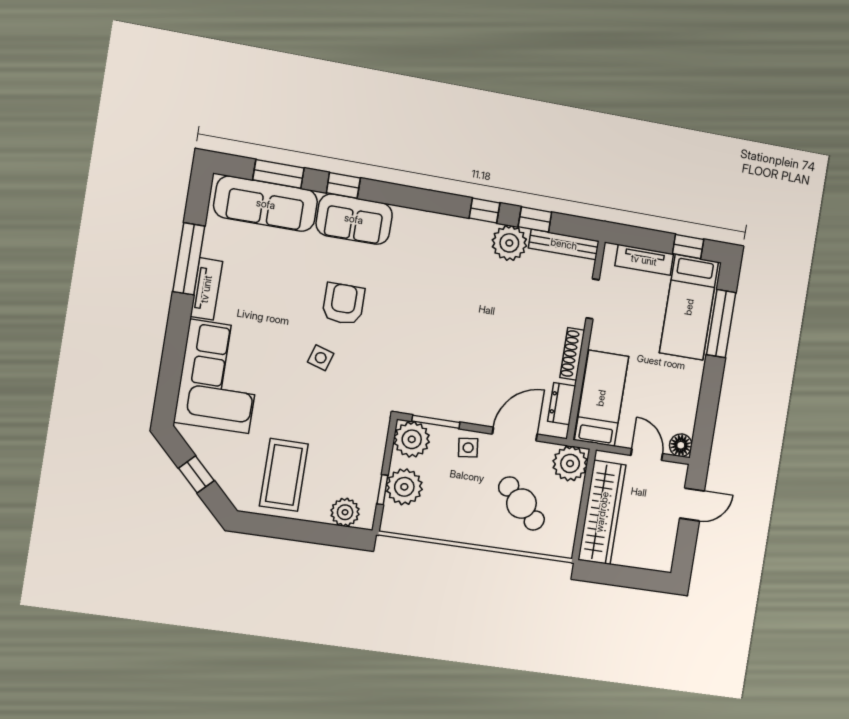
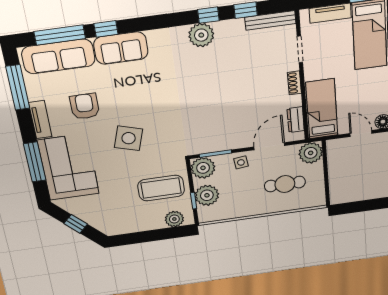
window: (278, 174) -> (60, 35), width x1.44
plant: (509, 243) -> (201, 35), moved
window: (189, 259) -> (18, 87), moved
armchair: (343, 304) -> (85, 106), moved
window: (174, 353) -> (35, 162), added
shoe rack: (572, 354) -> (294, 83), width x0.70
side table: (321, 358) -> (129, 138), width x1.87, depth x1.87
coffee table: (284, 475) -> (161, 188), moved, turned 90
cafe table: (521, 504) -> (285, 184), turned -44
wardrobe: (602, 512) -> (339, 175), removed

